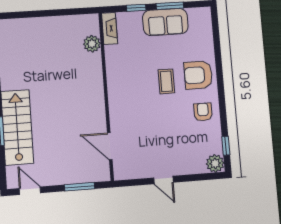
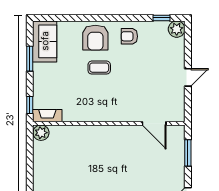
window: (136, 8) -> (30, 105), moved
sofa: (165, 22) -> (45, 41), moved
plant: (92, 44) -> (41, 133), moved
door: (110, 146) -> (154, 123), hinge flipped

